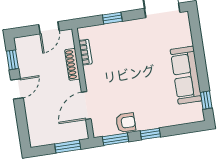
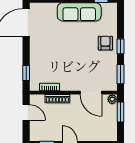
window: (112, 18) -> (26, 73), moved
armchair: (126, 123) -> (105, 43), moved
plant: (82, 134) -> (112, 99), added

